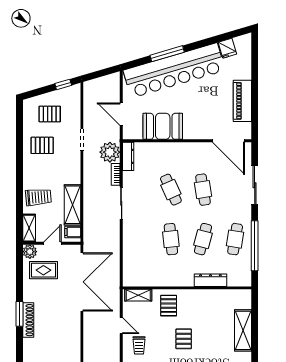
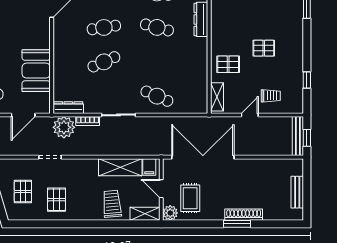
cafe table: (171, 239) -> (157, 96), moved, turned 30

